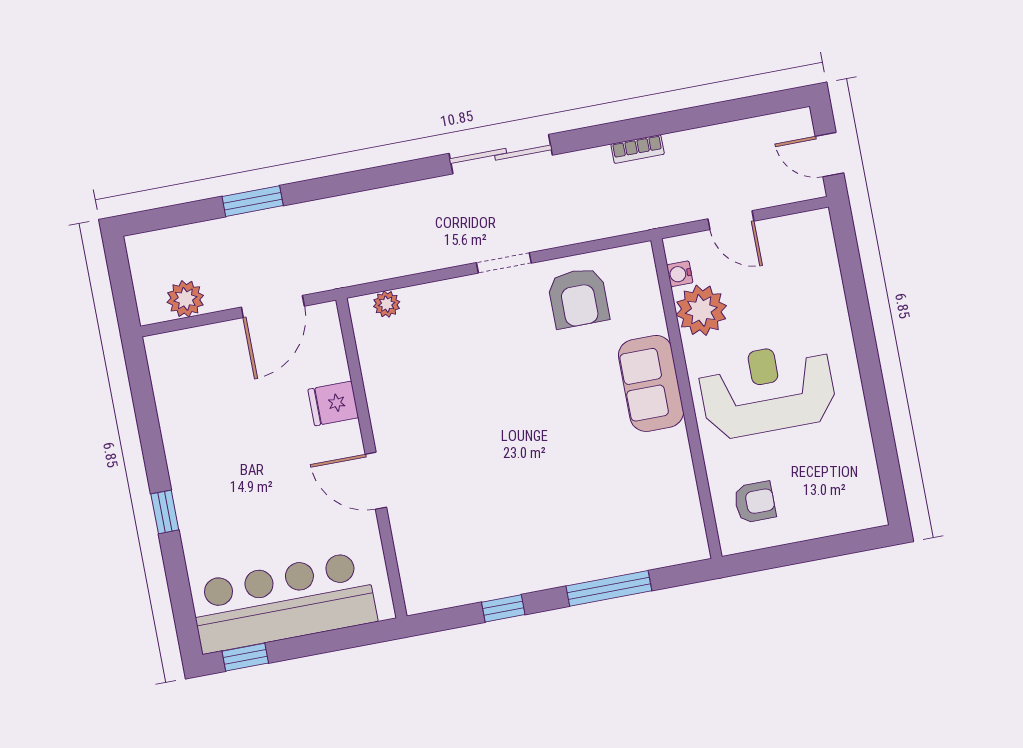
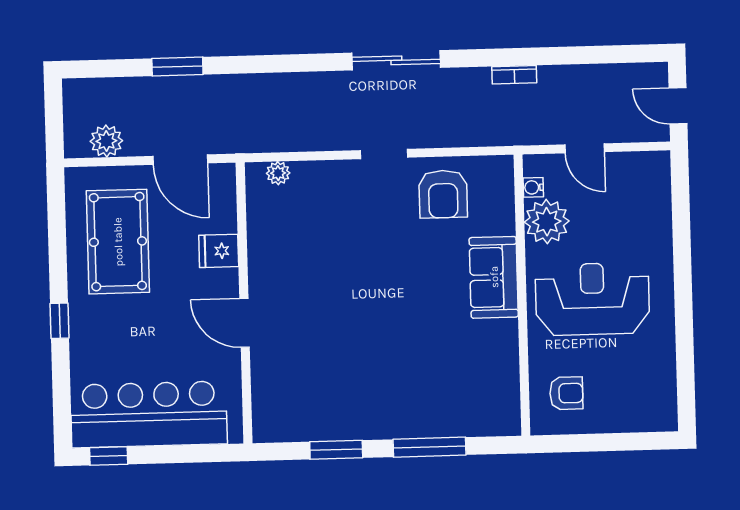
door: (273, 307) -> (180, 160), hinge flipped
pool table: (217, 411) -> (118, 242), added
window: (503, 608) -> (336, 450), width x1.50

